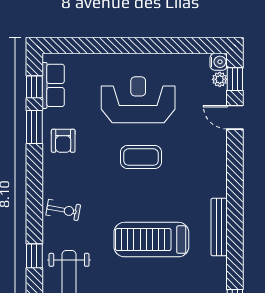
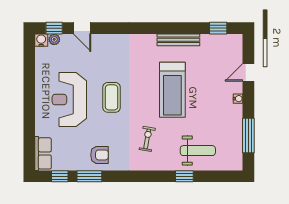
row of seats: (53, 85) -> (43, 153), moved, turned 90
door: (235, 117) -> (82, 28), hinge flipped
exercise bike: (63, 210) -> (147, 139), moved
bench: (219, 227) -> (178, 40), moved

